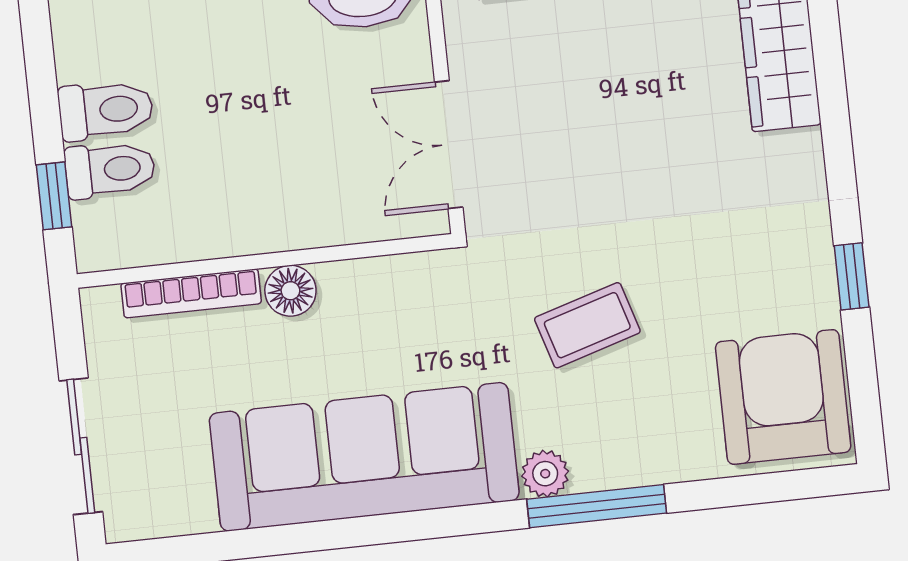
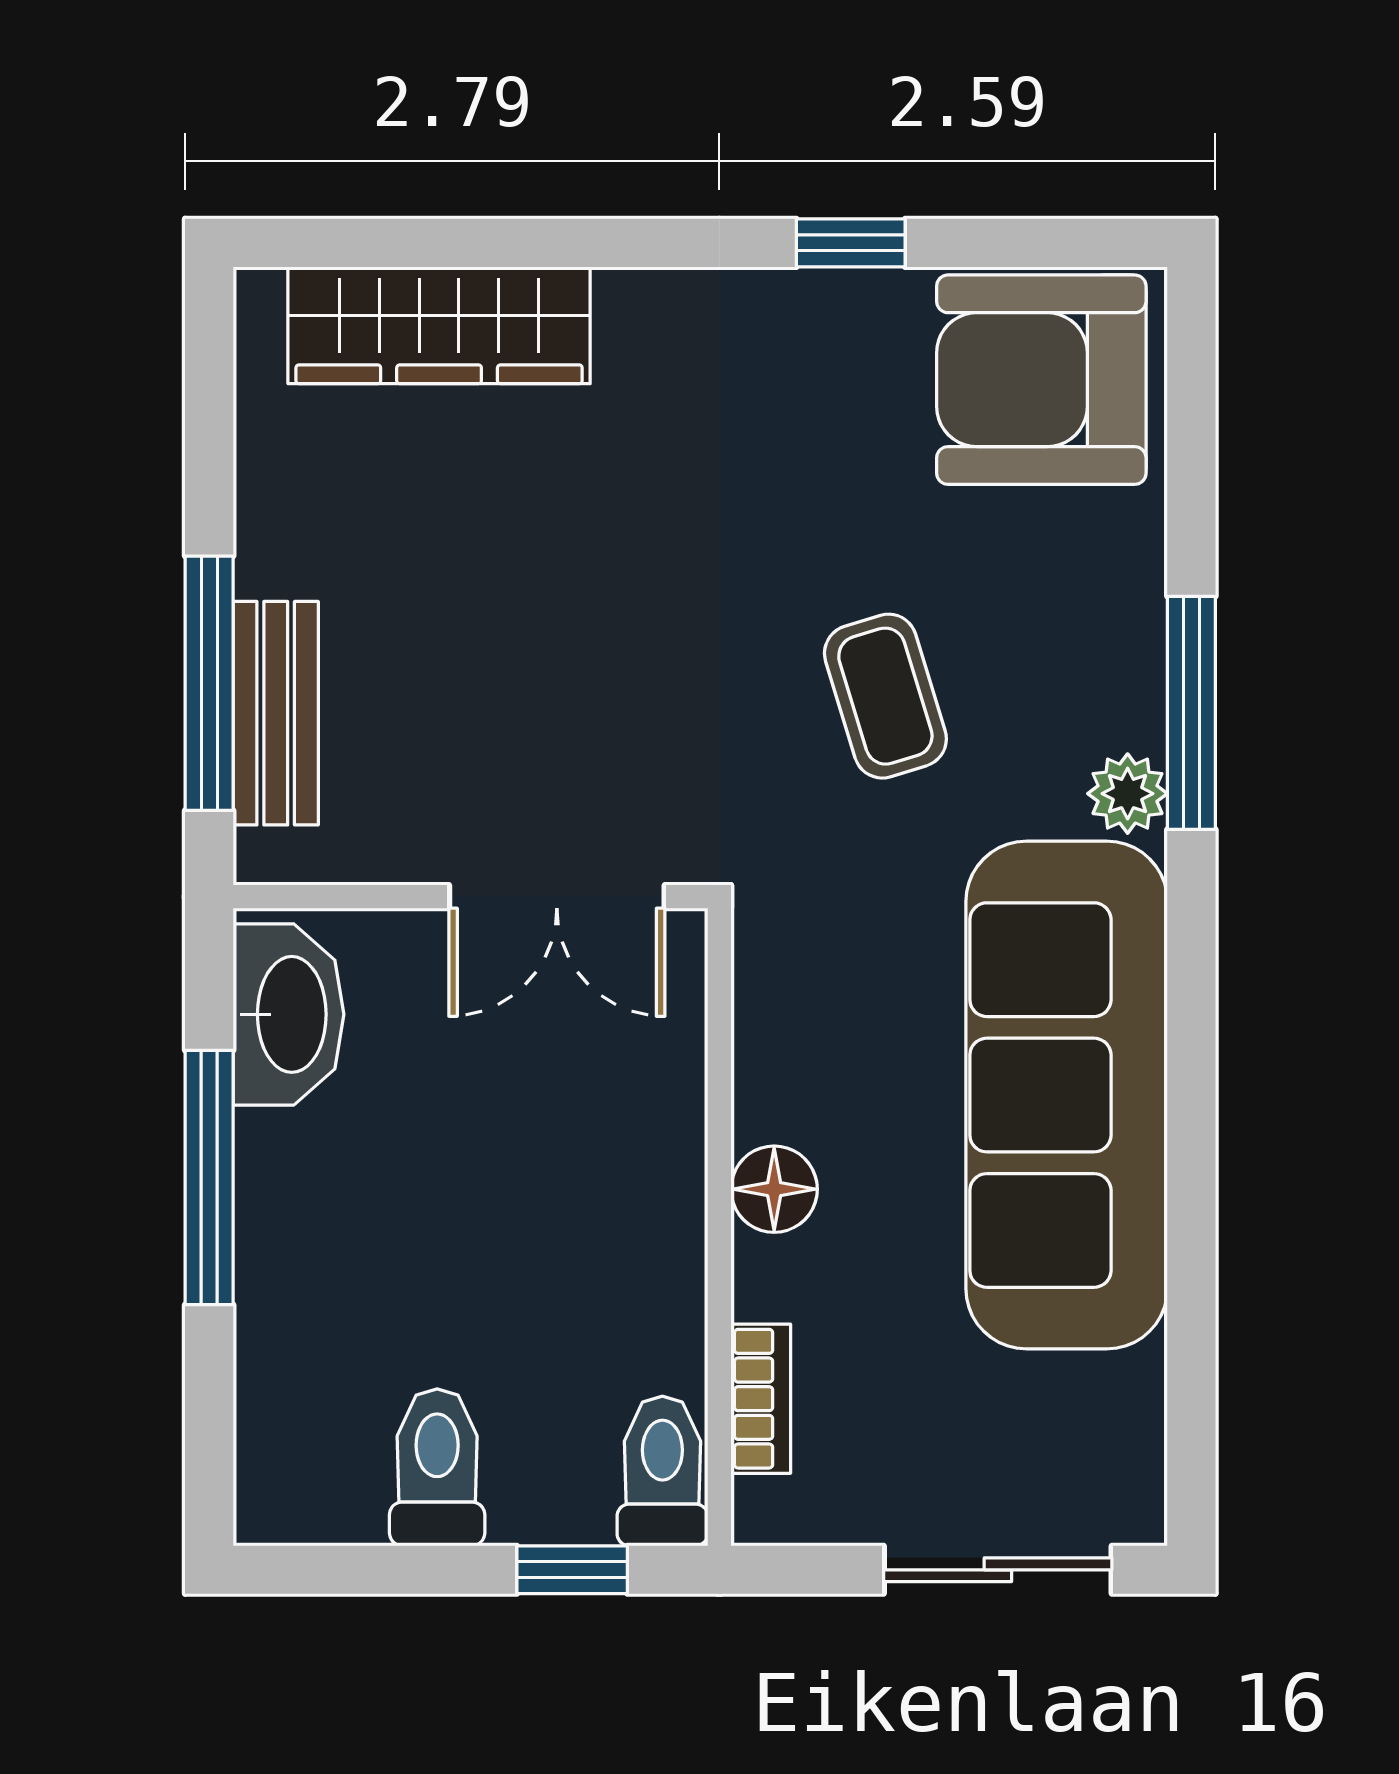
toilet: (110, 170) -> (662, 1471), moved
bookcase: (191, 293) -> (761, 1399), width x0.64

